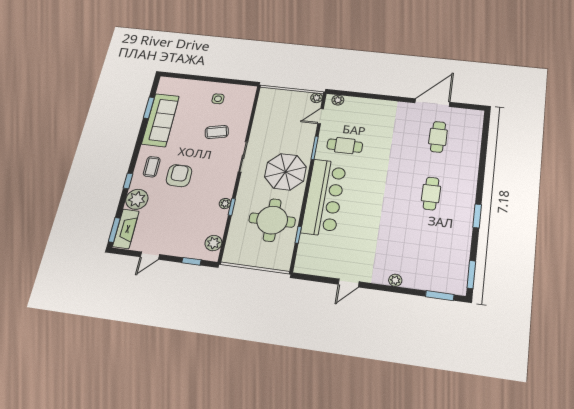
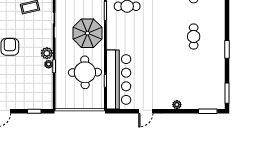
bar counter: (324, 198) -> (119, 80), moved
plant: (213, 243) -> (47, 53), moved

